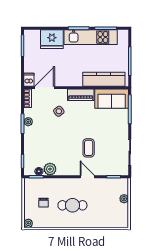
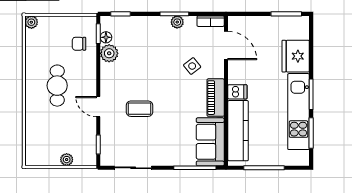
dishwasher: (29, 80) -> (237, 92), moved
door: (87, 177) -> (98, 107), swing flipped
chair: (44, 203) -> (79, 44), moved

